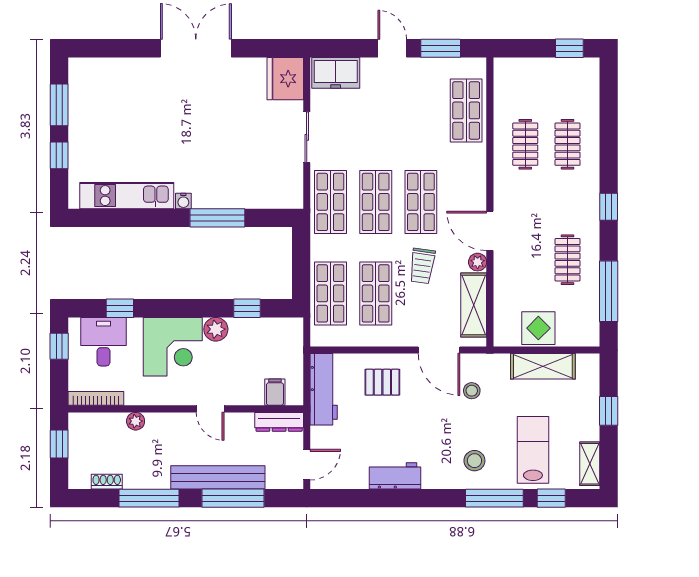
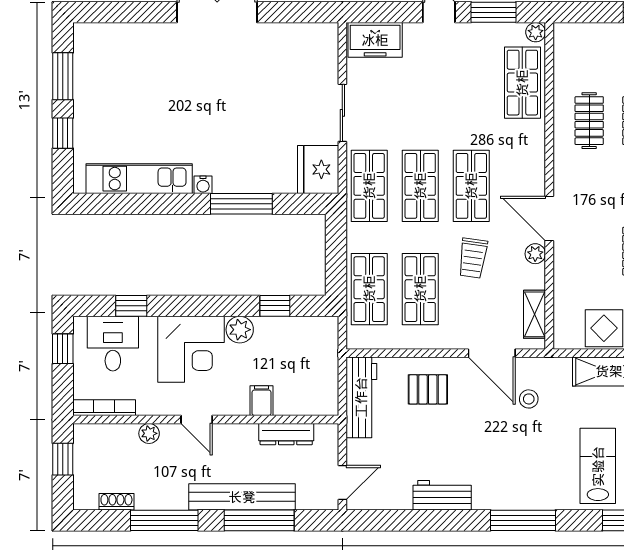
plant: (478, 66) -> (536, 32), added
fridge: (285, 79) -> (318, 169), moved
shelving: (474, 305) -> (534, 314), width x0.67, depth x0.75
filing cabinet: (275, 392) -> (262, 401), moved
door: (210, 409) -> (197, 420), moved
dresser: (279, 422) -> (286, 434), moved
stool: (474, 461) -> (532, 478), removed
window: (494, 498) -> (523, 520), moved

